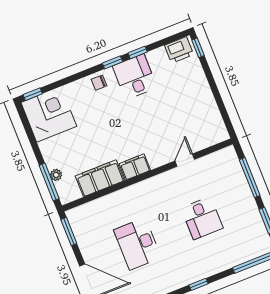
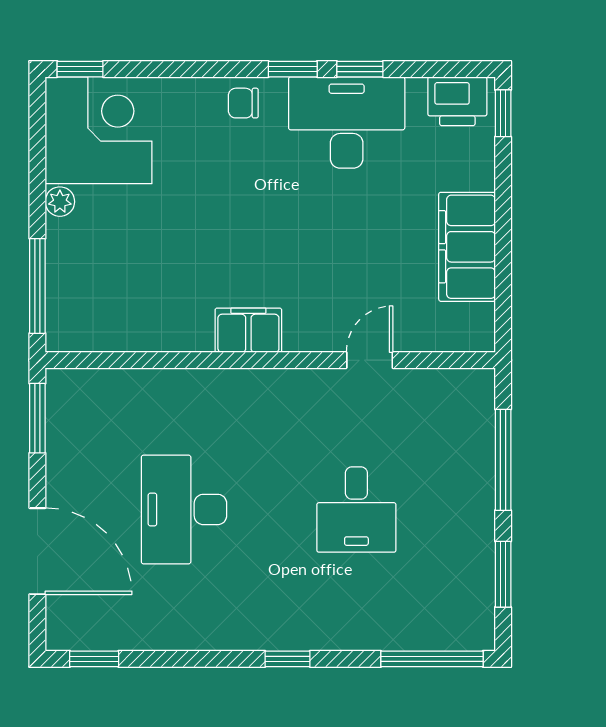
desk: (135, 77) -> (347, 122), width x1.37
plant: (56, 175) -> (60, 202), moved
filing cabinet: (100, 178) -> (467, 247), moved, turned -90

